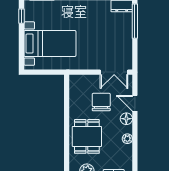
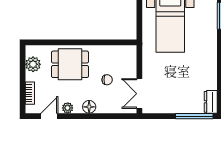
chair: (101, 102) -> (107, 80), width x0.54, depth x0.54
door: (135, 103) -> (49, 116), moved

